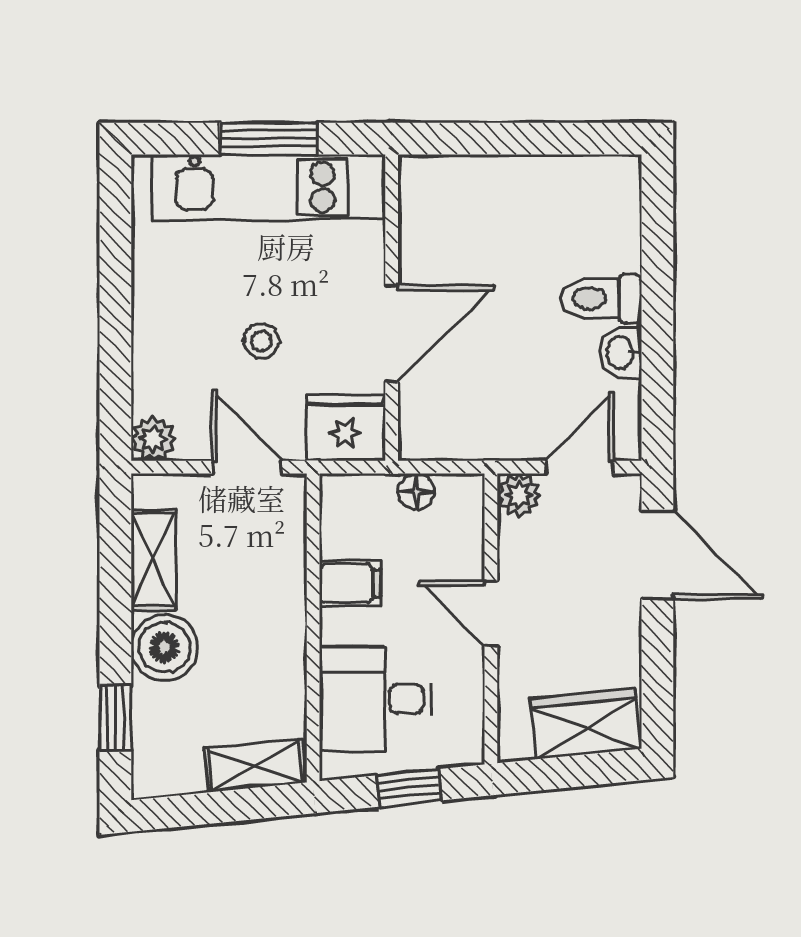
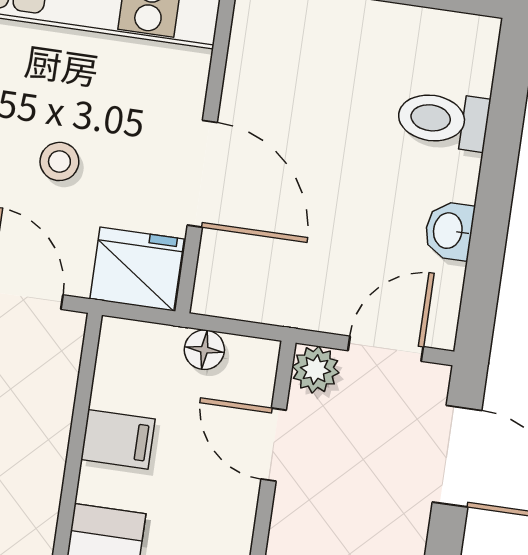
toilet: (601, 298) -> (443, 120), moved
door: (392, 334) -> (202, 174), hinge flipped
door: (491, 614) -> (274, 445), moved

